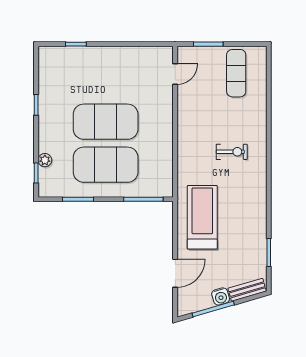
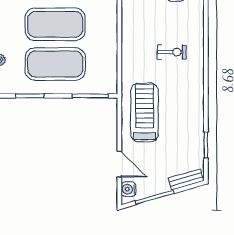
door: (175, 273) -> (119, 164), hinge flipped
water cooler: (221, 296) -> (128, 189), moved, turned 106

